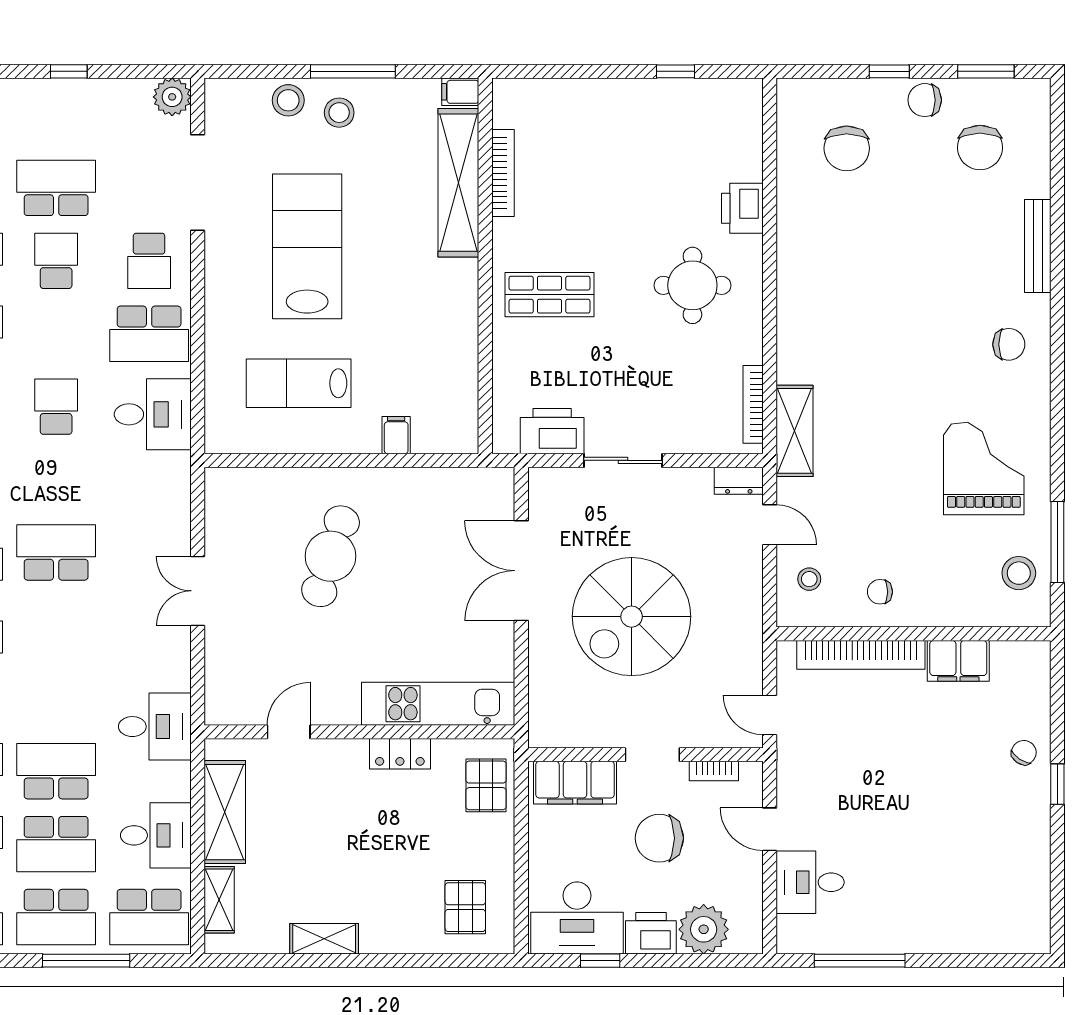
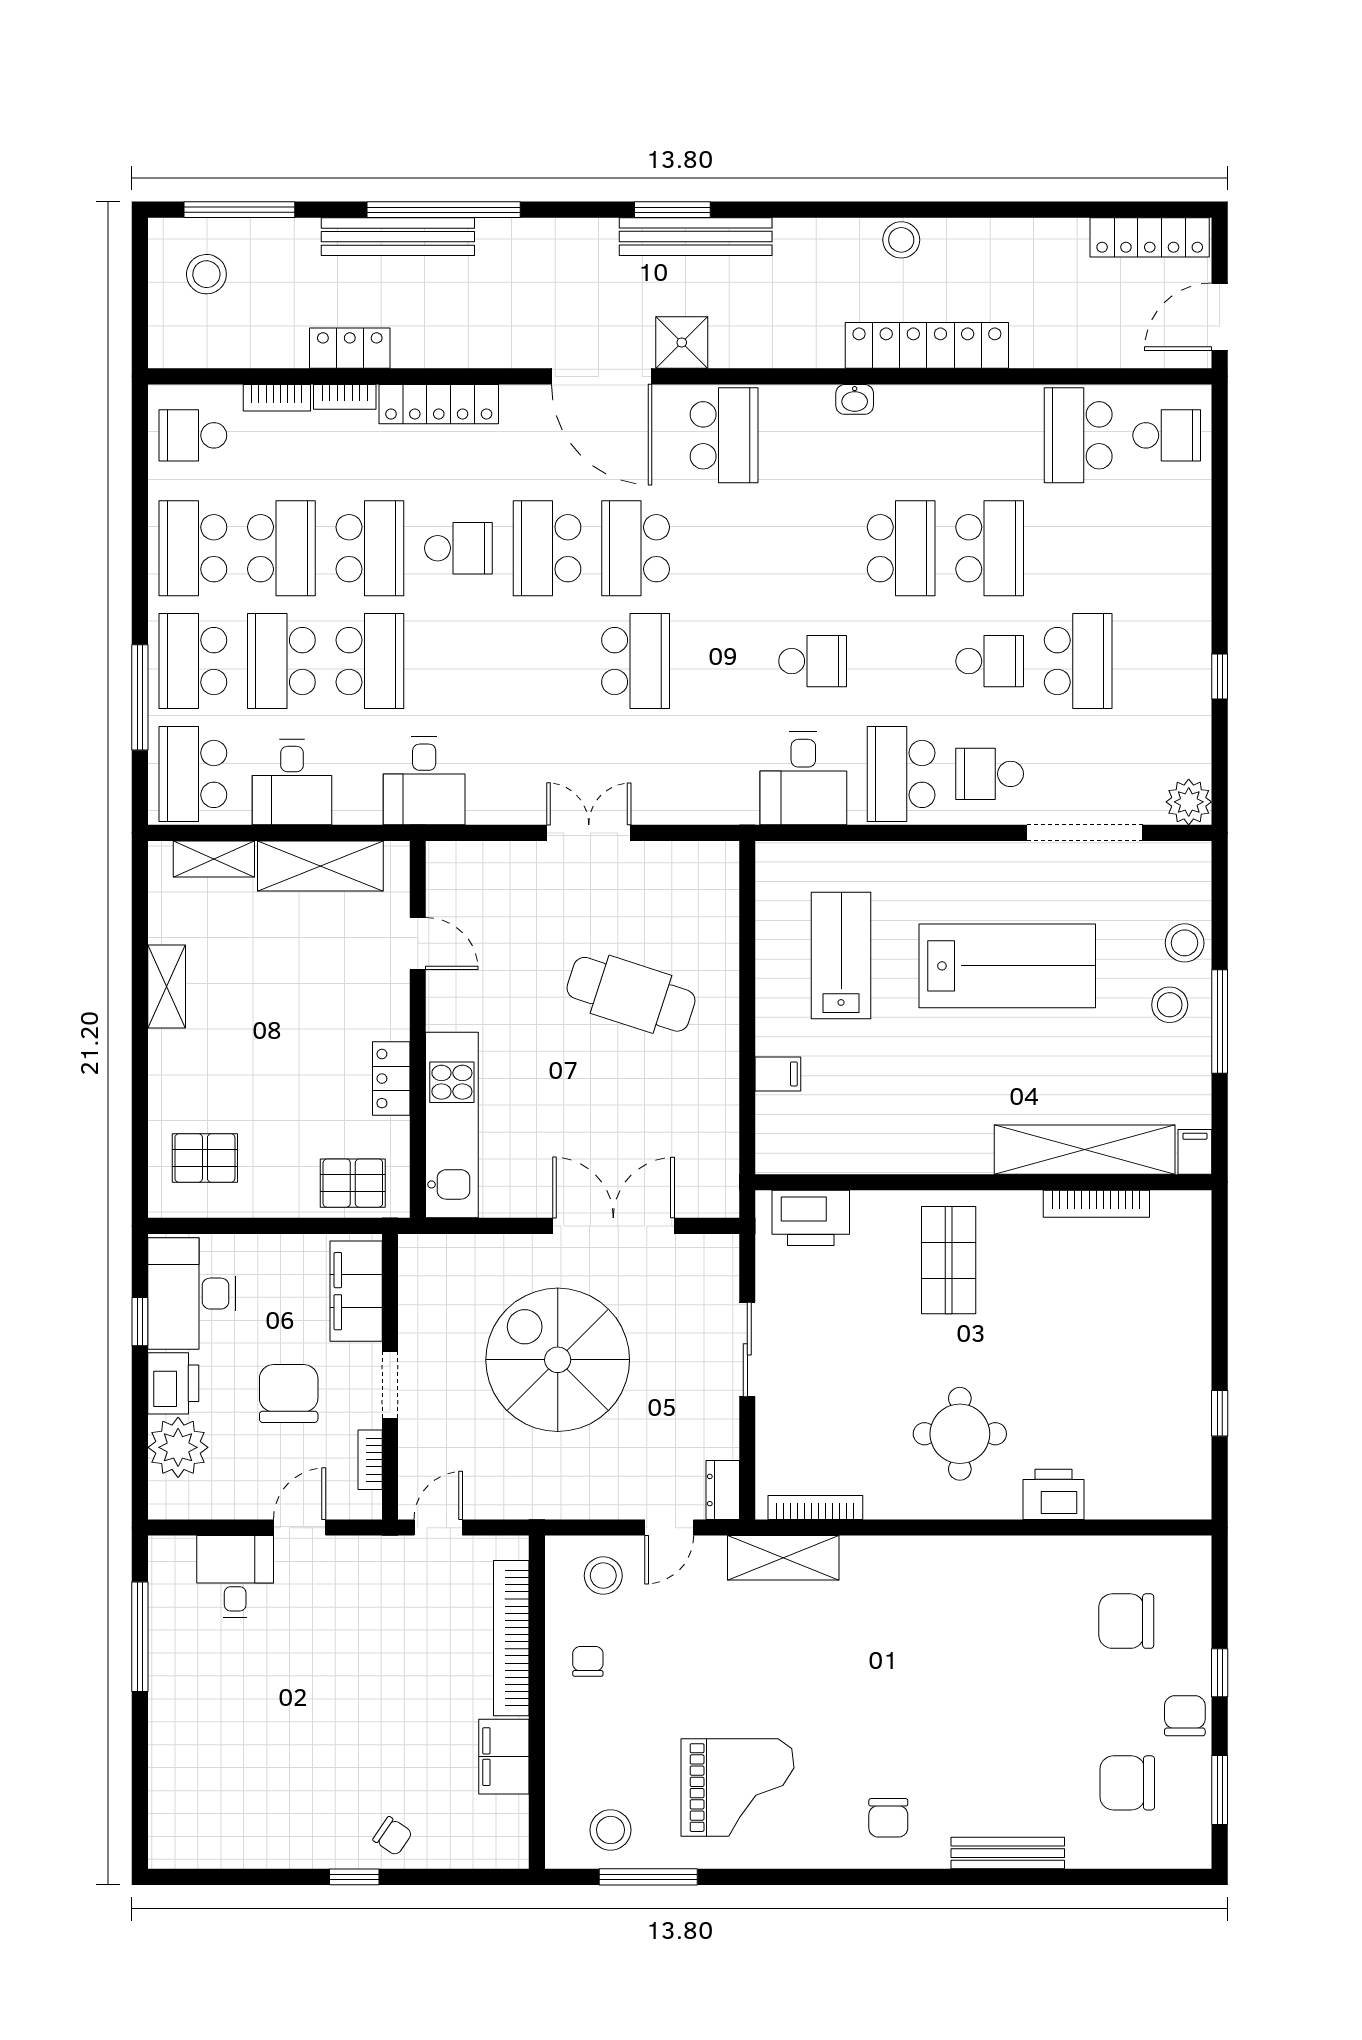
printer: (552, 431) -> (811, 1218), moved, turned 90
stool: (809, 579) -> (603, 1576), width x1.37, depth x1.37

